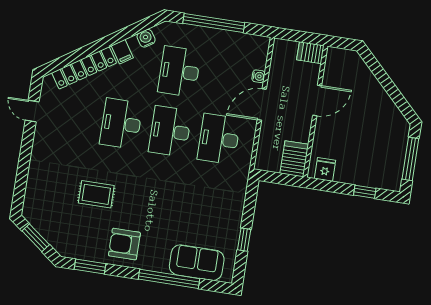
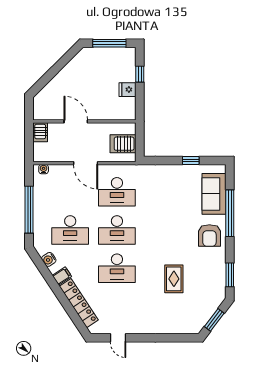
water cooler: (258, 76) -> (44, 169), moved
door: (32, 111) -> (118, 338), hinge flipped
server rack: (294, 159) -> (123, 144), moved
fridge: (325, 169) -> (128, 90), moved
armchair: (124, 244) -> (209, 235), moved

